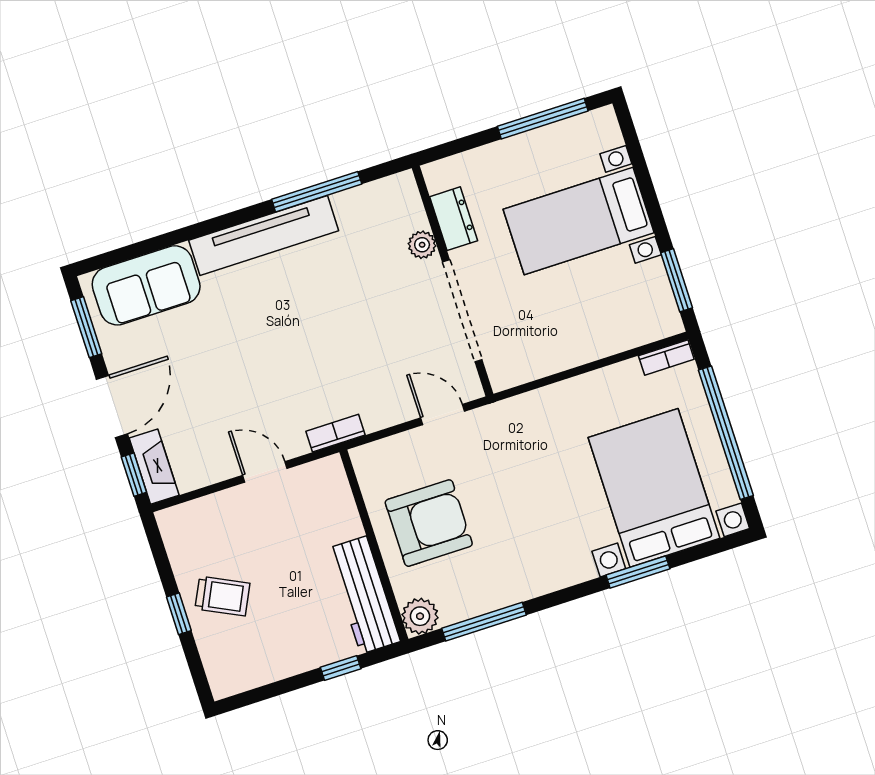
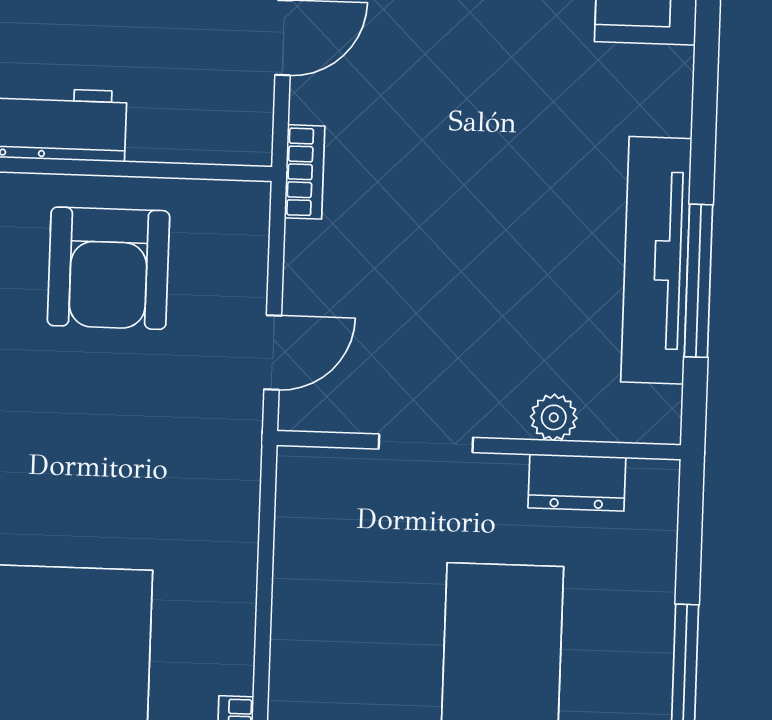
tv unit: (264, 236) -> (656, 260), moved
doorway: (462, 311) -> (426, 443), width x0.53

